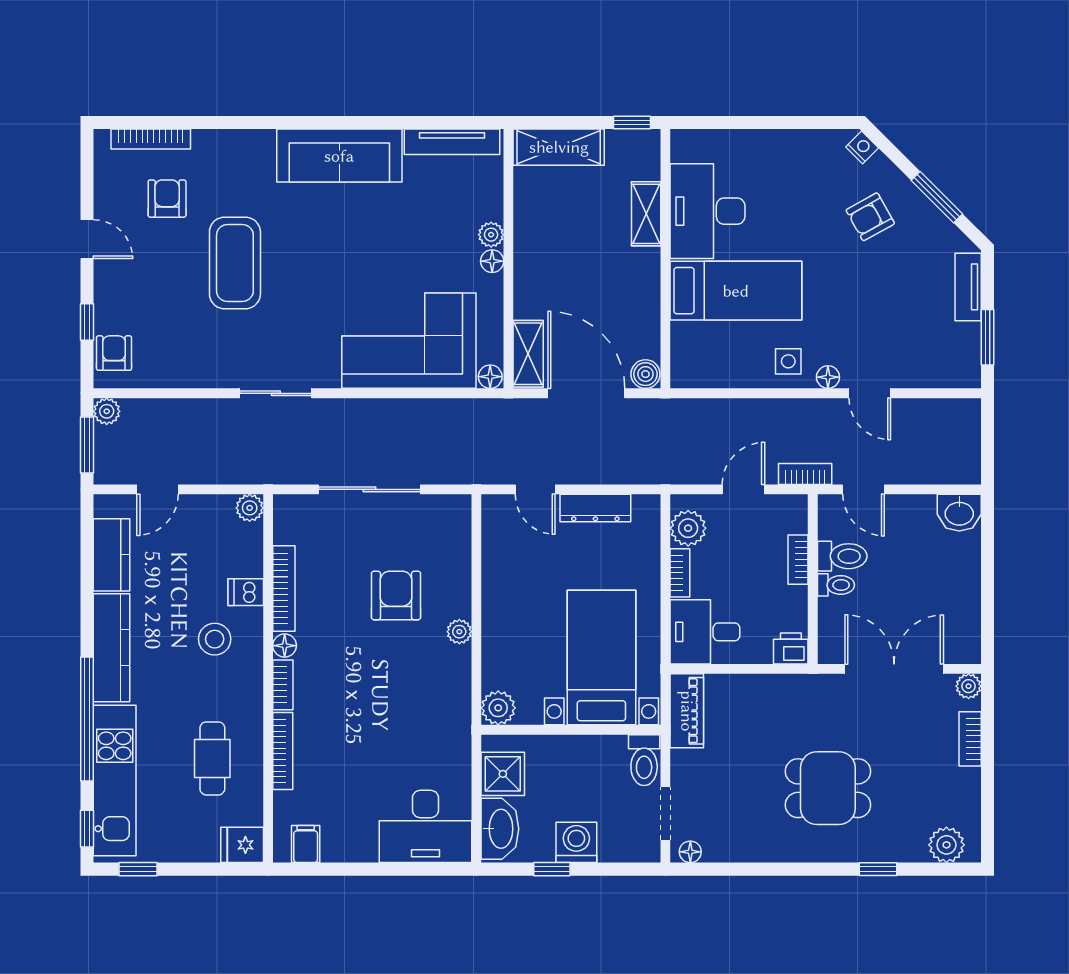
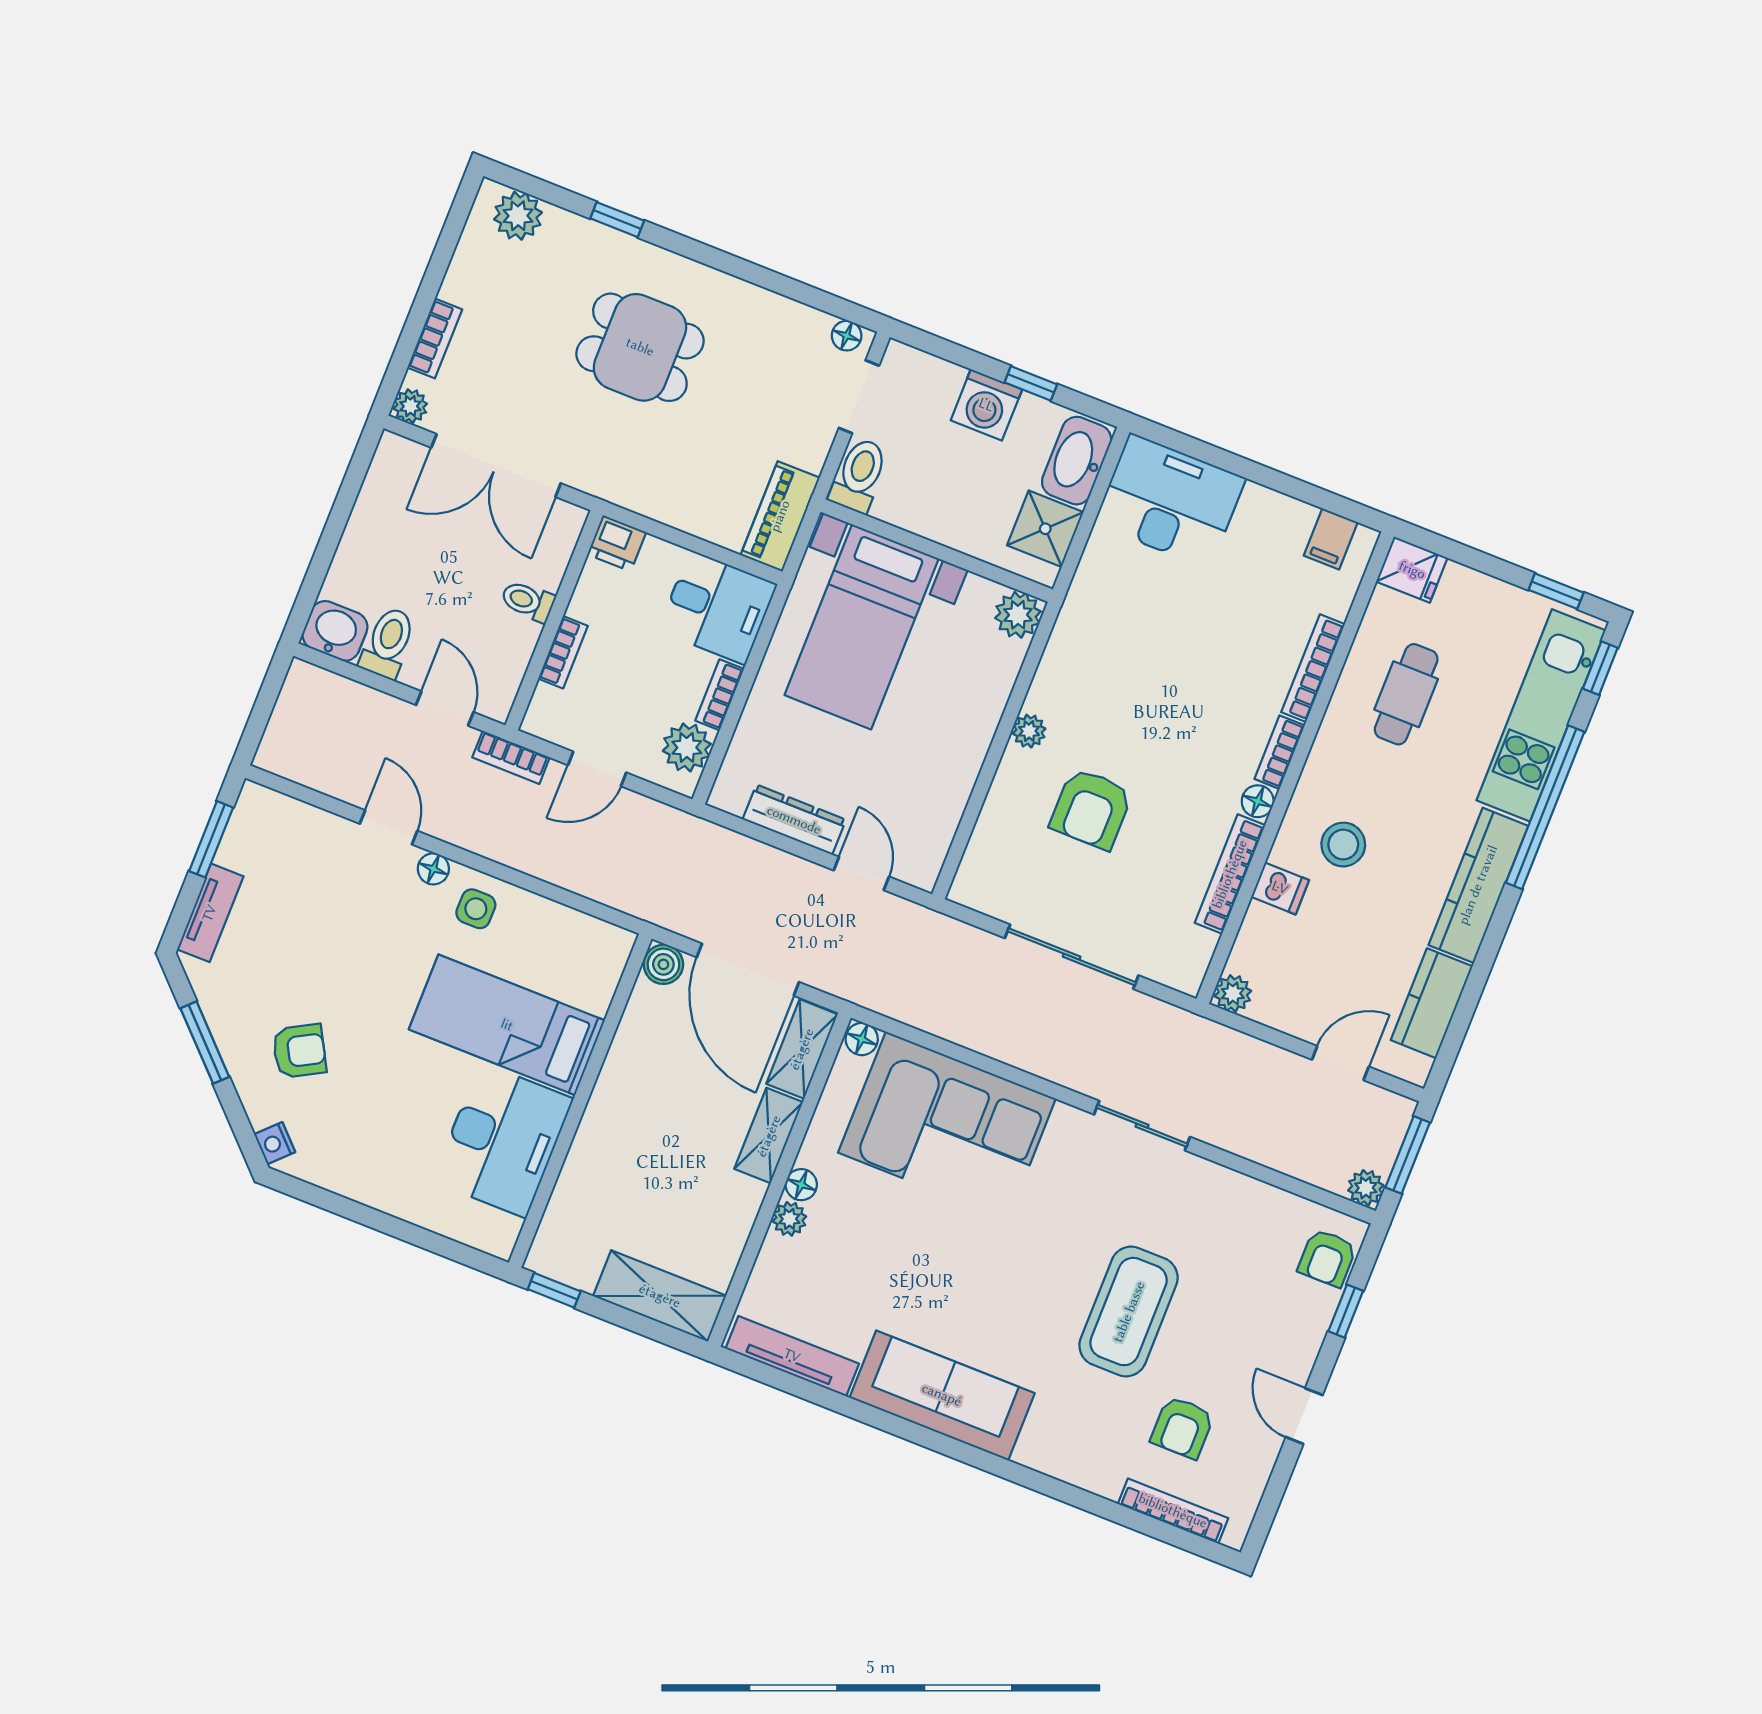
shelving: (646, 214) -> (769, 1136), moved
toilet: (842, 556) -> (388, 643), moved, turned 90

